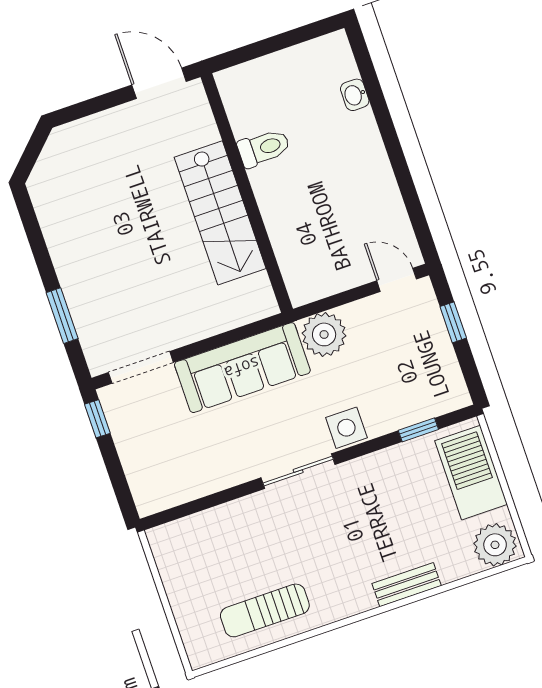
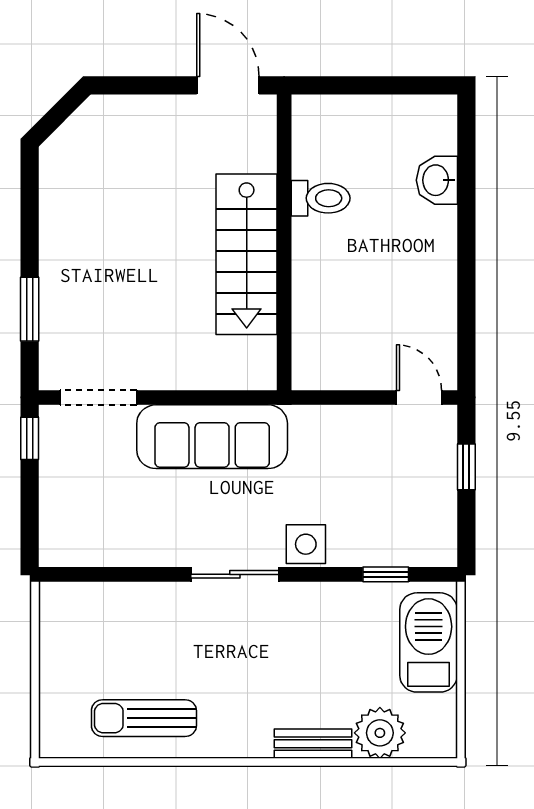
washbasin: (355, 95) -> (437, 180), width x1.38, depth x1.45
plant: (324, 334) -> (317, 431), removed
plant: (495, 545) -> (380, 733), moved

